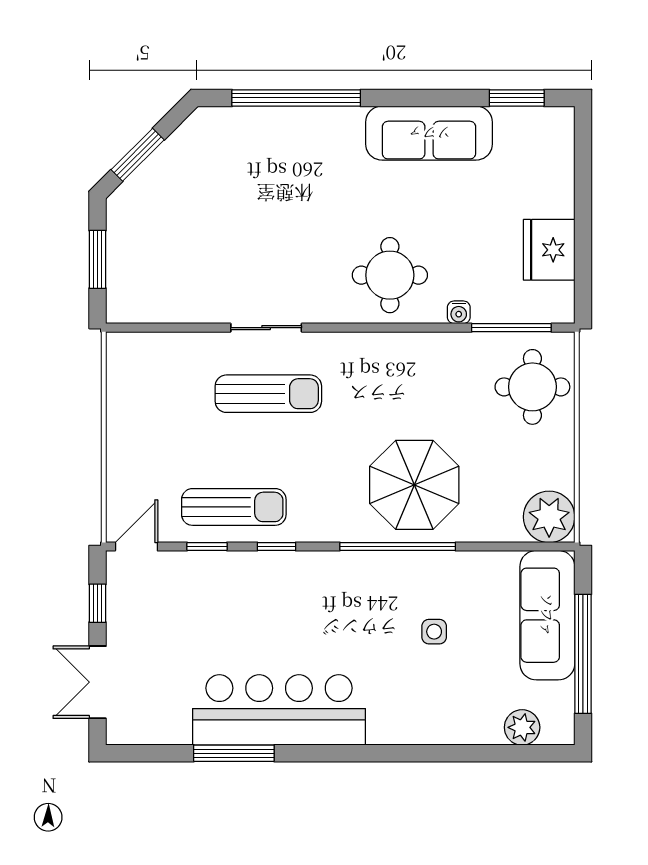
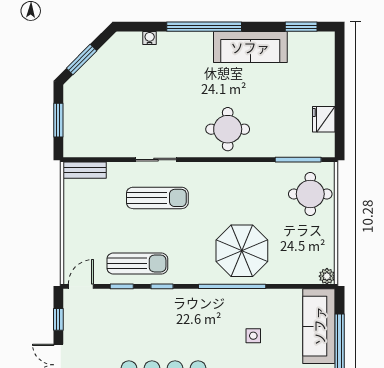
window: (296, 98) -> (204, 27), moved
fridge: (549, 250) -> (324, 119), width x0.73, depth x0.75
water cooler: (459, 312) -> (150, 38), moved, turned 180
bench: (143, 346) -> (85, 170), added
plant: (549, 517) -> (327, 276), width x0.53, depth x0.53

